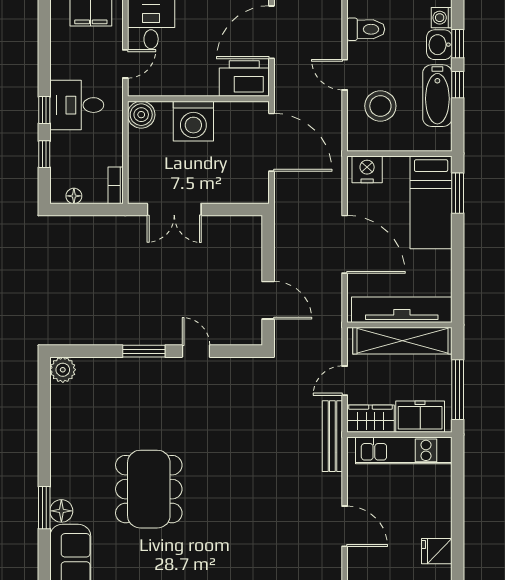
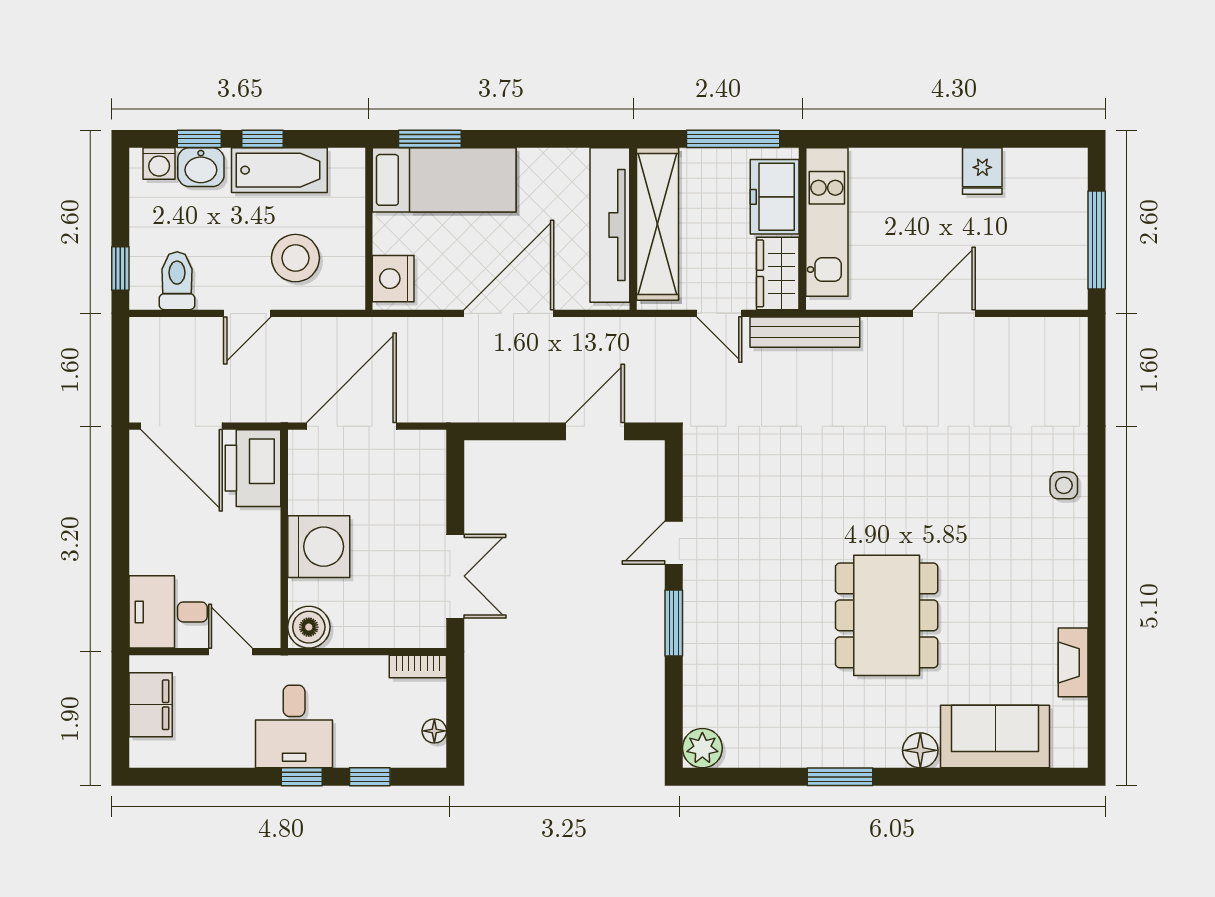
dining table: (149, 489) -> (887, 615), turned 90
window: (44, 508) -> (840, 777), moved

